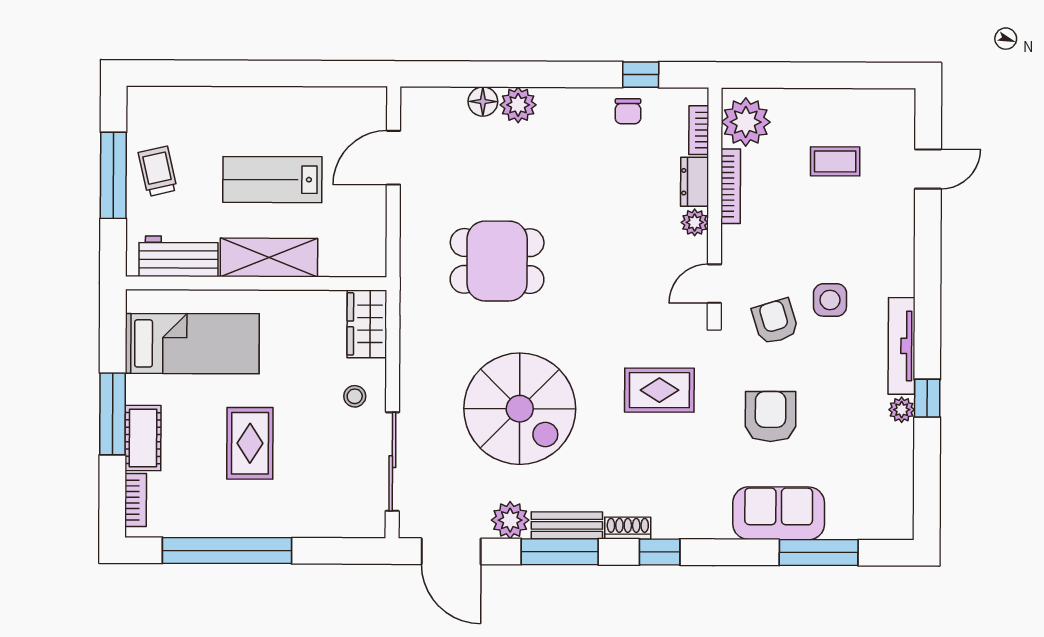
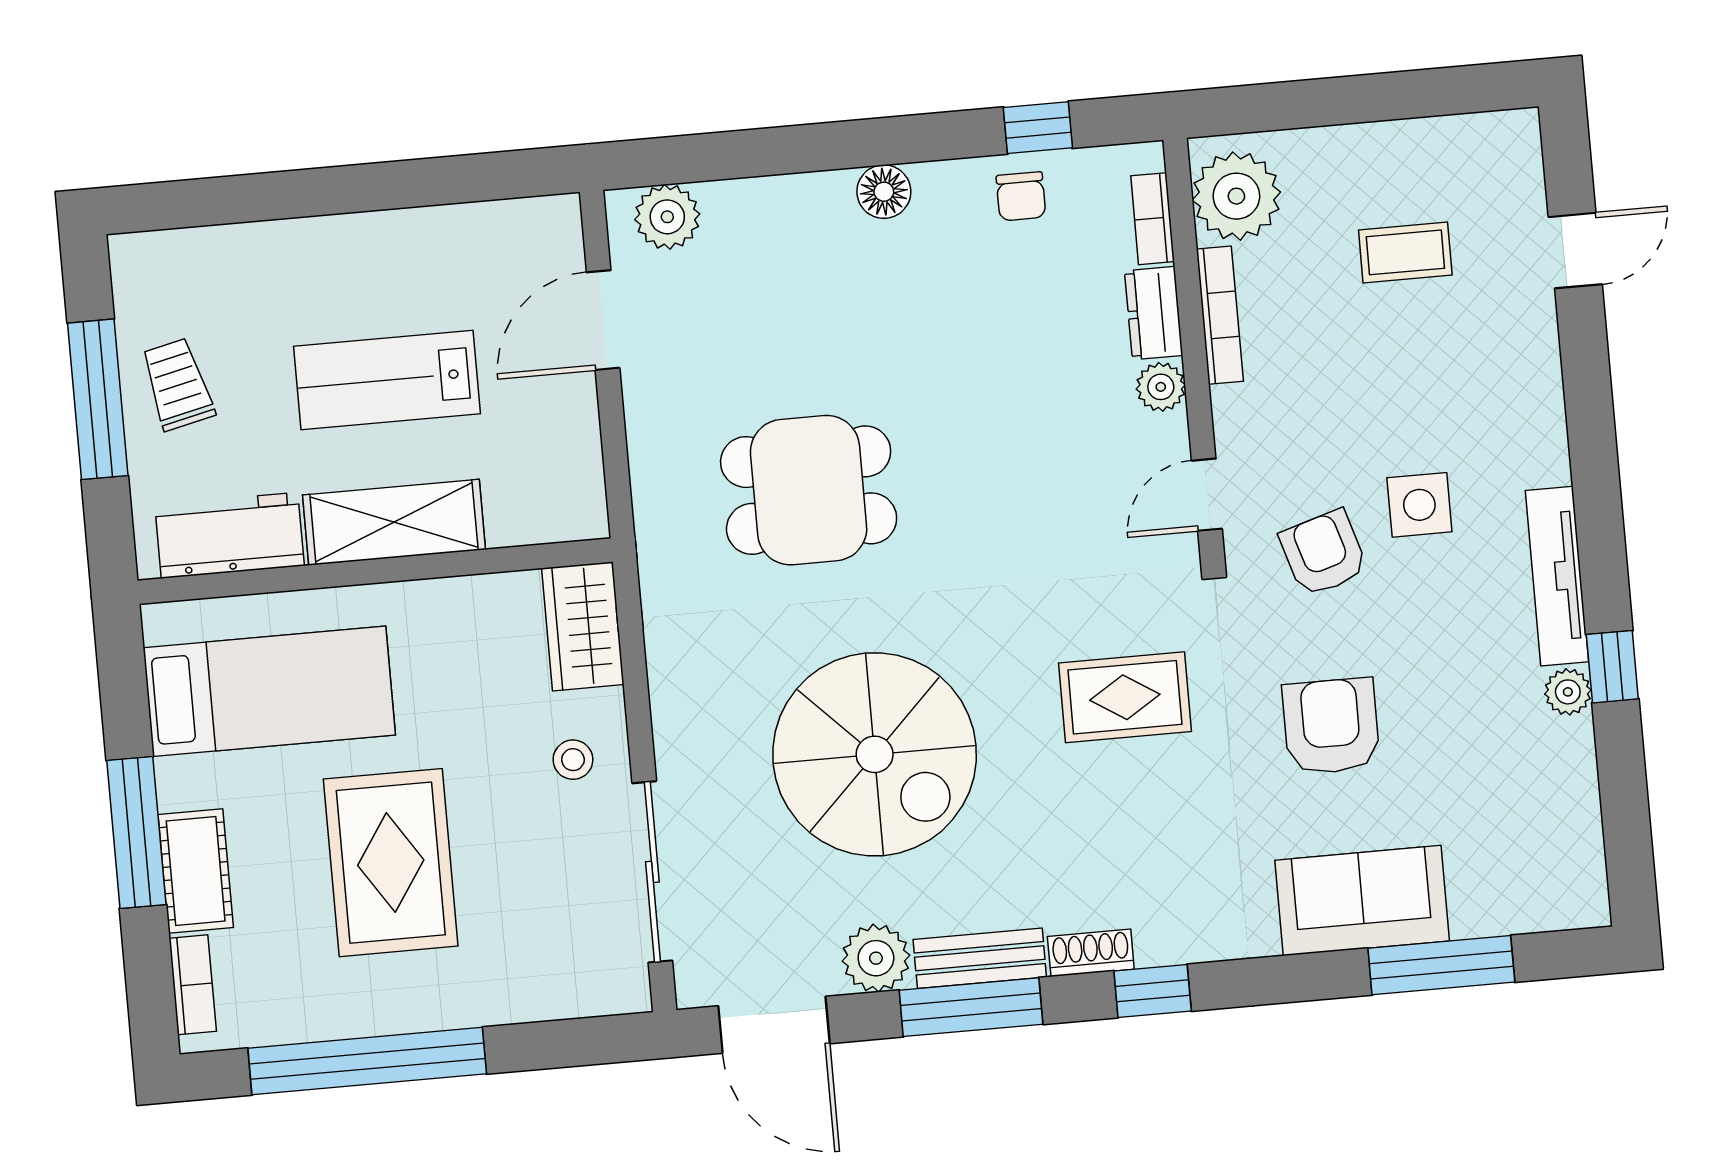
floor lamp: (483, 102) -> (884, 192), moved
plant: (518, 105) -> (667, 217), moved
rug: (250, 443) -> (391, 863), width x1.36, depth x1.43

